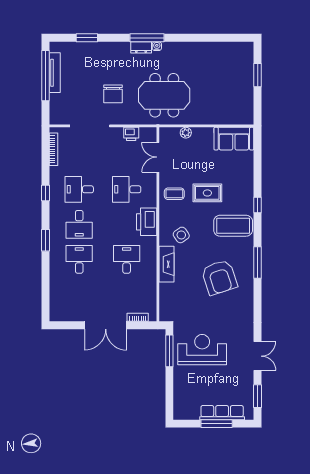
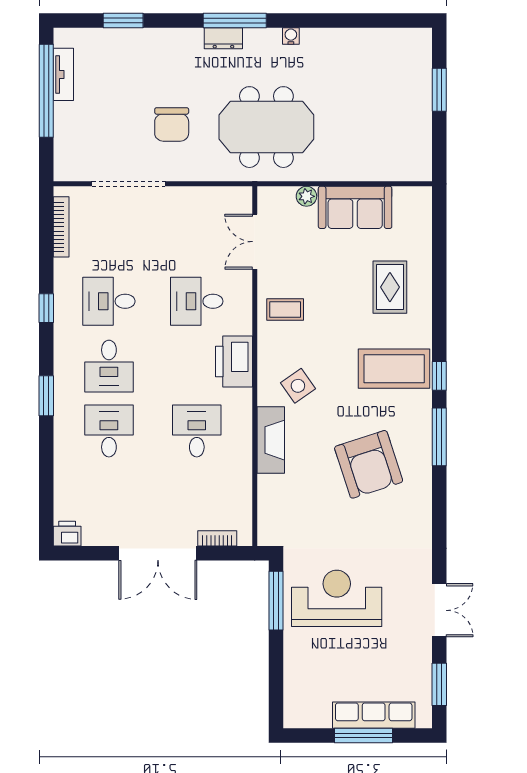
water cooler: (157, 46) -> (291, 36), moved
tv unit: (55, 73) -> (63, 74), width x0.71
printer: (131, 134) -> (67, 534), moved, turned 180
sofa: (234, 139) -> (355, 207), moved
rug: (207, 193) -> (390, 287), moved, turned 90
window: (258, 205) -> (439, 376), moved

